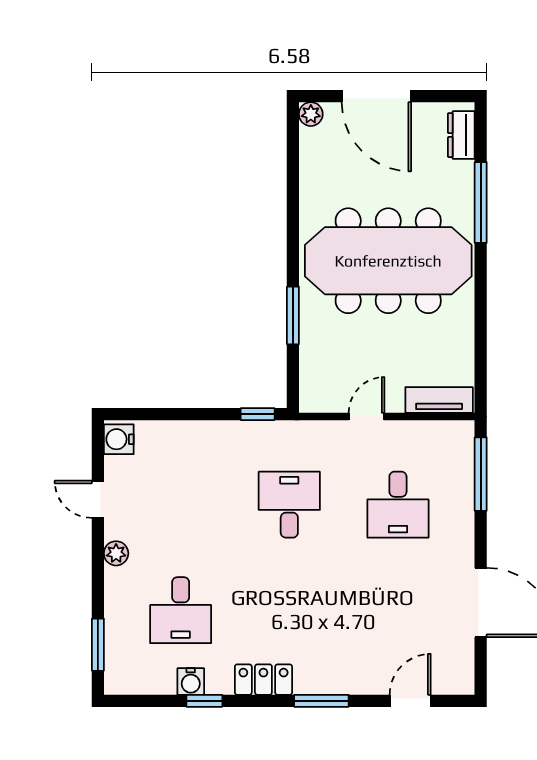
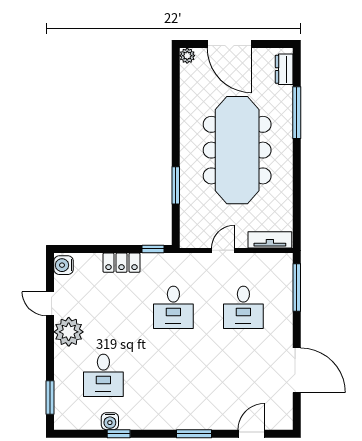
meeting table: (388, 261) -> (237, 150), turned 90
desk: (289, 505) -> (173, 307), turned 180
plant: (116, 553) -> (69, 332), width x1.88, depth x1.88
locker: (263, 680) -> (121, 263), moved, turned 180

